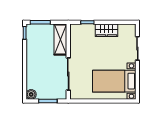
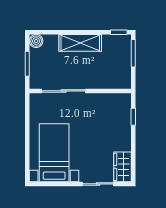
wardrobe: (107, 30) -> (122, 167), moved
shelving: (60, 39) -> (80, 43), moved

